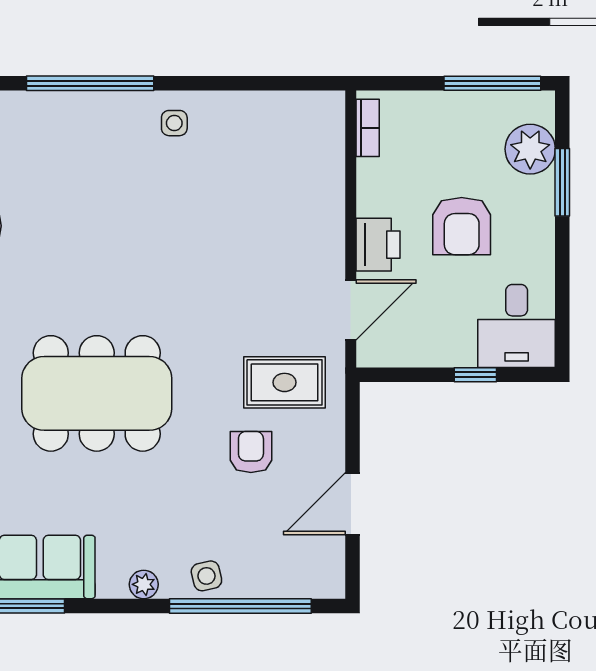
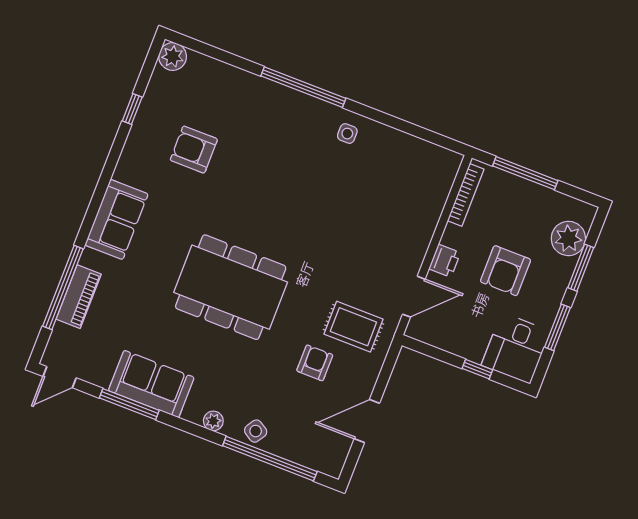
window: (492, 83) -> (525, 173), moved
bookcase: (368, 128) -> (466, 195), width x1.56
printer: (378, 245) -> (445, 261), width x0.73, depth x0.81
window: (562, 276) -> (558, 327), added
side table: (206, 576) -> (256, 431), turned 45

